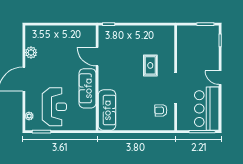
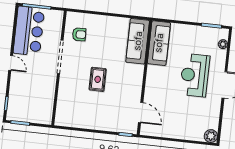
plant: (31, 53) -> (211, 136), moved
door: (97, 57) -> (141, 113), moved
rug: (150, 65) -> (98, 79), moved
sofa: (88, 88) -> (159, 43), moved
reception desk: (54, 107) -> (195, 75), moved

